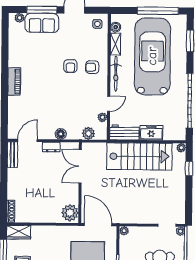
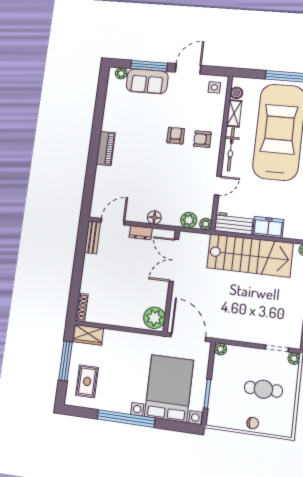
armchair: (70, 66) -> (176, 136), turned 180
plant: (102, 117) -> (206, 224), moved

